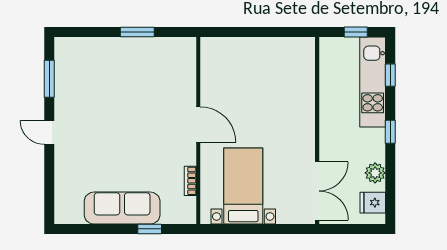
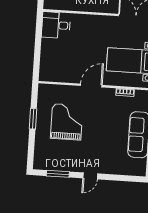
desk: (294, 60) -> (56, 25), added
grand piano: (136, 88) -> (67, 122), added

